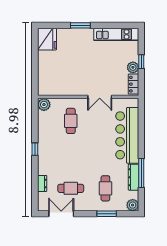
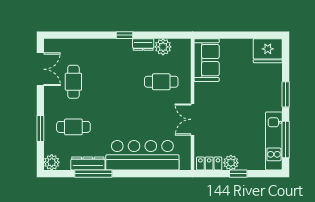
window: (115, 25) -> (286, 139), added
sofa: (54, 86) -> (207, 60), added
plant: (44, 105) -> (163, 47), moved
dresser: (42, 183) -> (143, 45), moved

